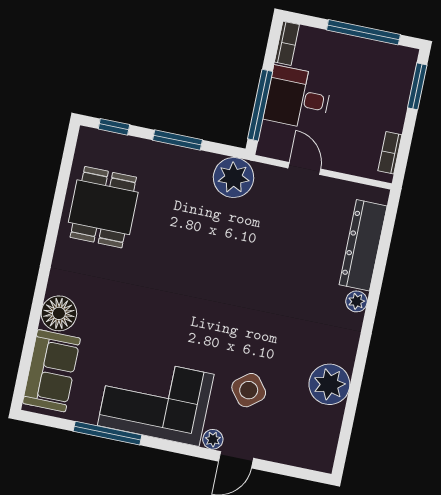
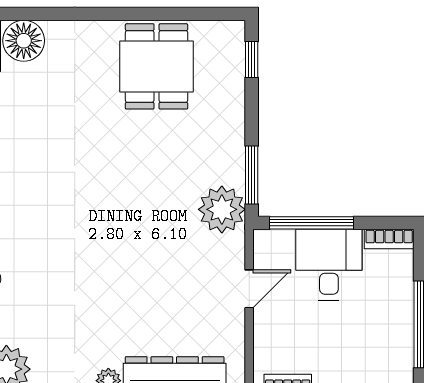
window: (177, 140) -> (252, 175), moved
dining table: (103, 207) -> (157, 66), turned 90

